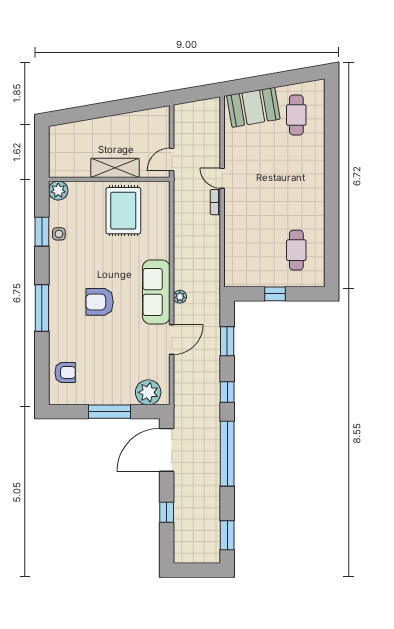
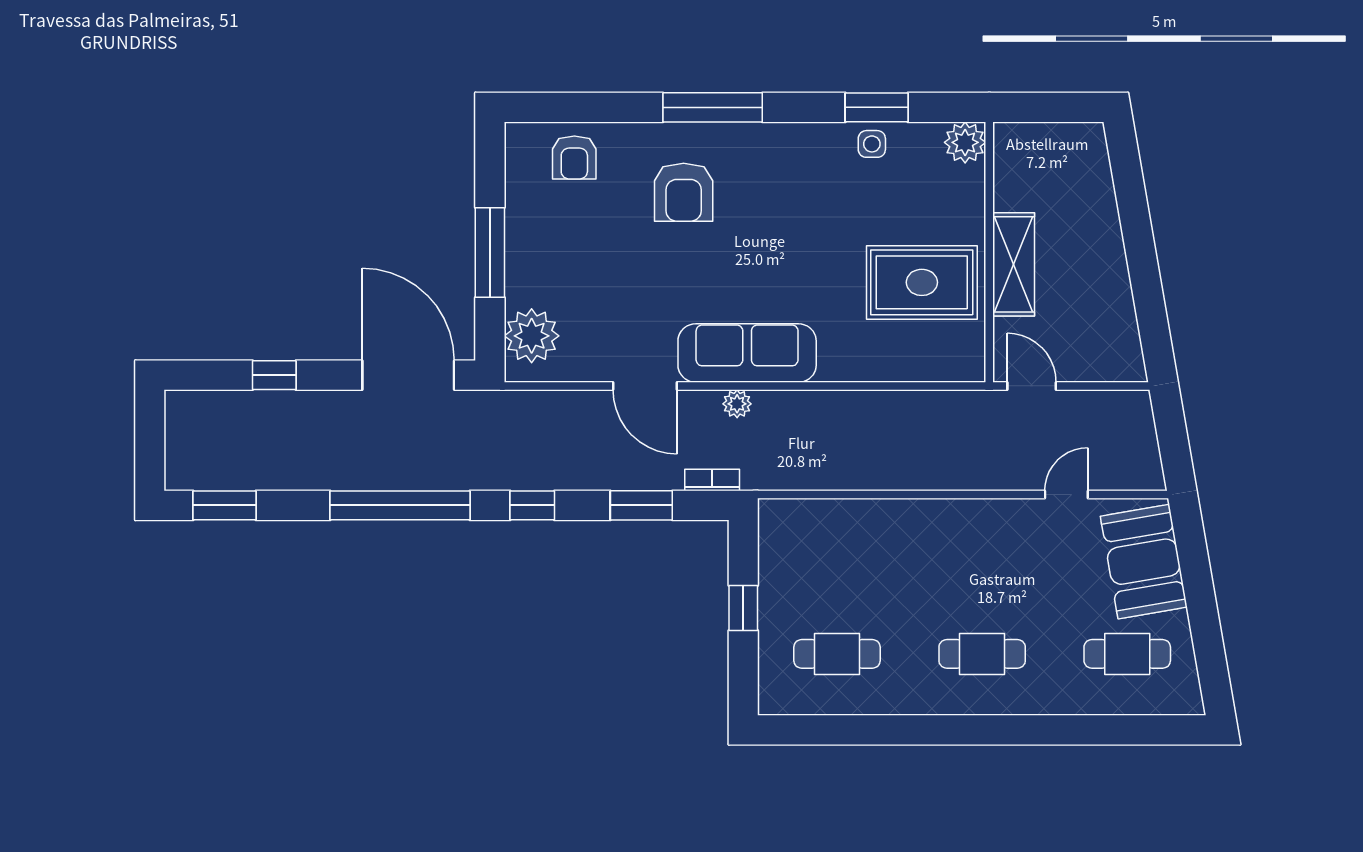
door: (222, 178) -> (1066, 495), moved
cafe table: (296, 183) -> (982, 654), added
bookcase: (215, 202) -> (712, 480), moved
armchair: (100, 302) -> (684, 192), moved, turned 180

